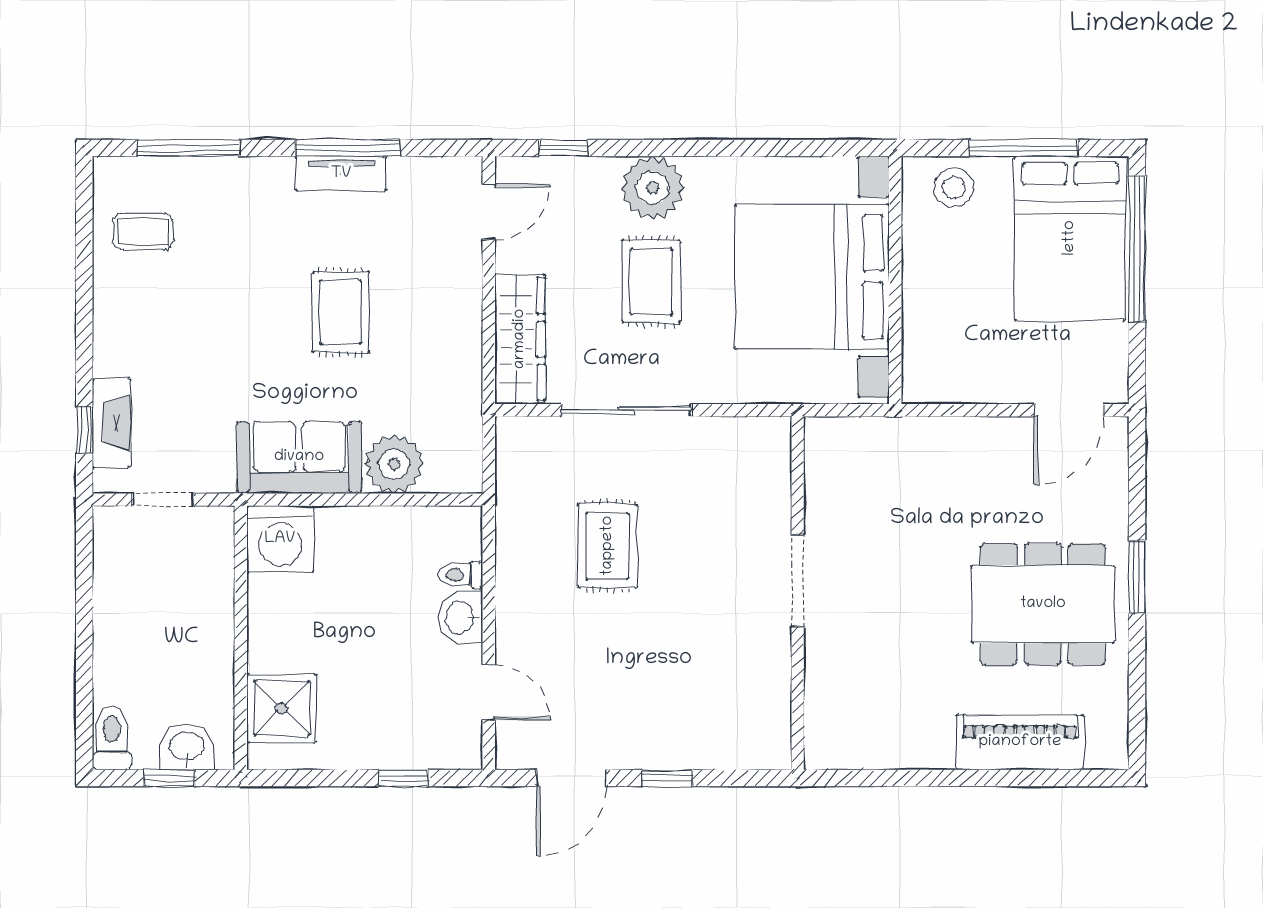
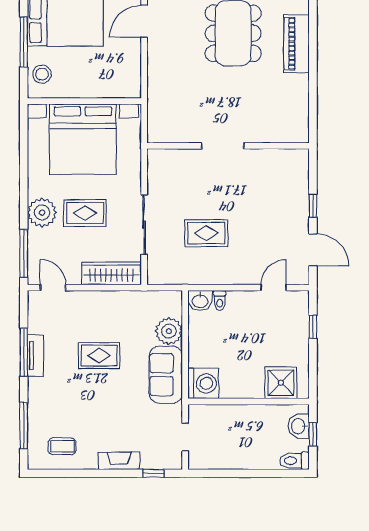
window: (563, 148) -> (24, 254), width x2.17
coffee table: (143, 231) -> (62, 446), turned 90
door: (1069, 410) -> (144, 21), swing flipped
fireplace: (111, 423) -> (119, 461), moved
washbasin: (460, 618) -> (200, 301), moved

